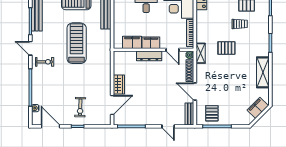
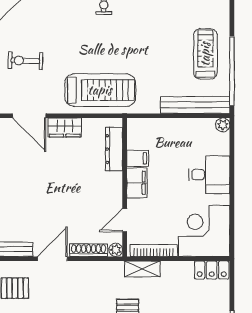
filing cabinet: (132, 42) -> (138, 158), width x0.50
treadmill: (77, 43) -> (100, 90), moved
shelving: (201, 53) -> (142, 269), moved
dresser: (149, 56) -> (114, 149), moved

